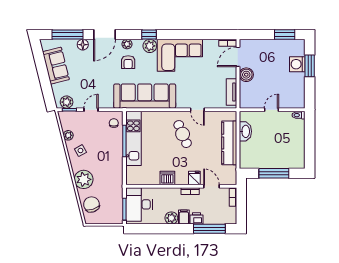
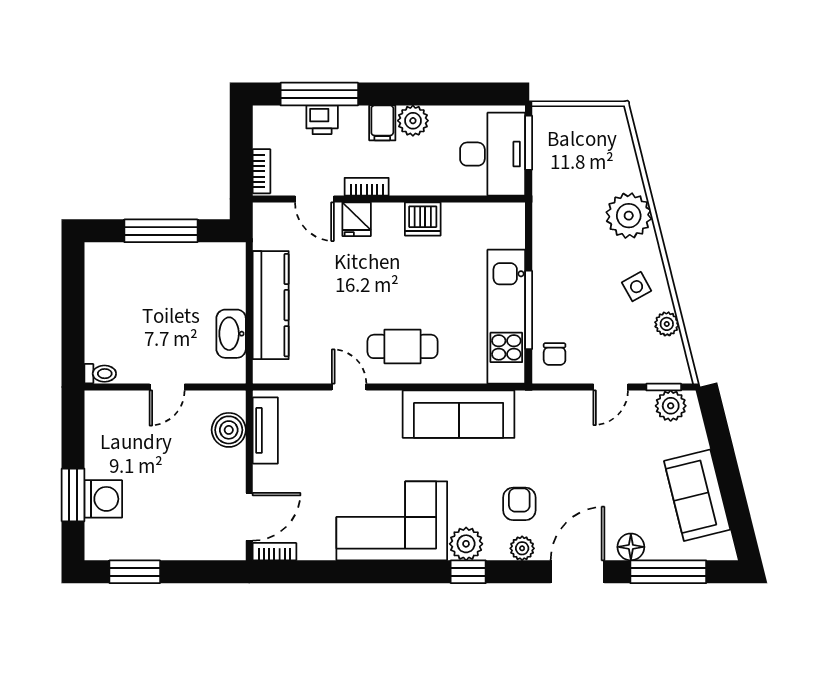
boiler: (246, 75) -> (229, 430), moved
sofa: (145, 96) -> (459, 414), width x0.74, depth x0.79
cafe table: (183, 134) -> (403, 346), moved, turned -67
chair: (92, 204) -> (609, 154), removed
printer: (197, 218) -> (322, 120), moved

